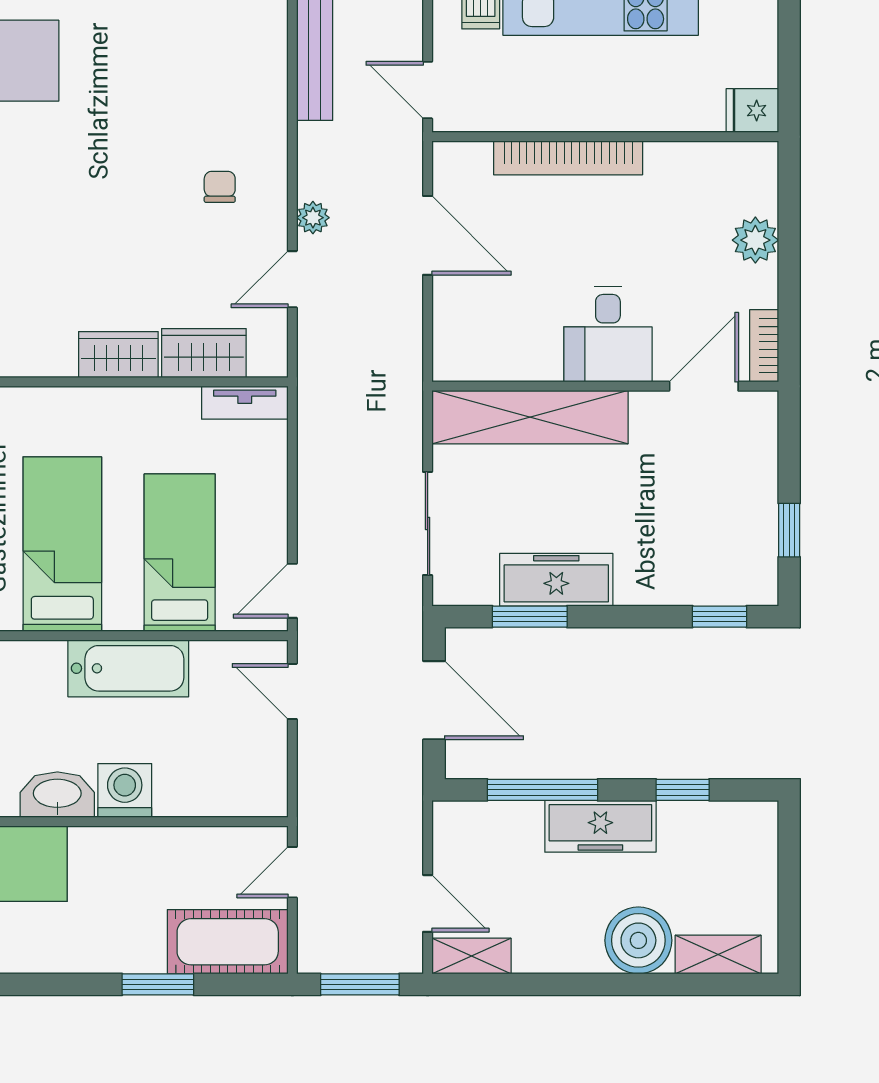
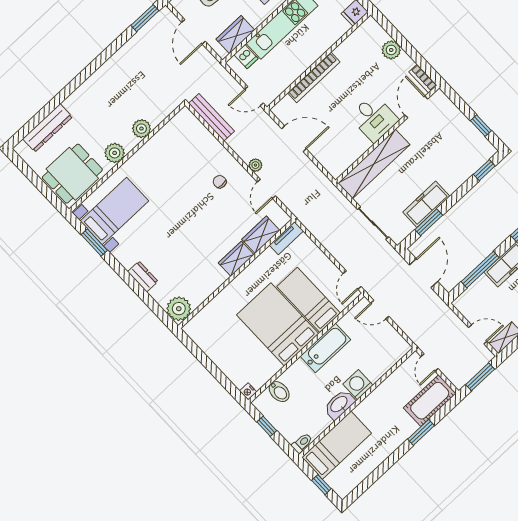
bed: (62, 544) -> (278, 324), width x1.50
door: (434, 700) -> (424, 273), hinge flipped

